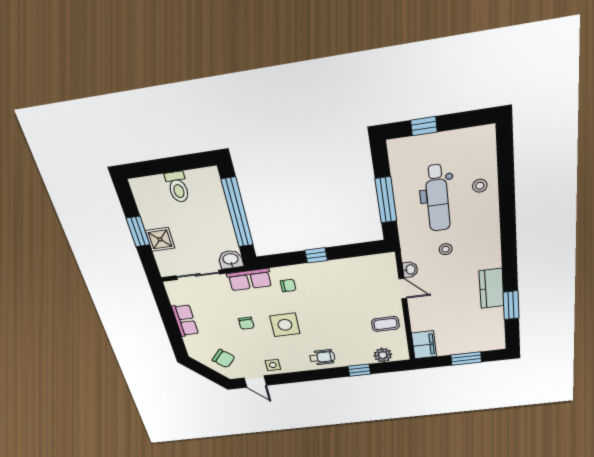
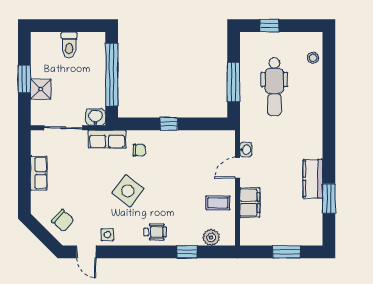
stool: (480, 186) -> (313, 58), moved
stool: (446, 249) -> (277, 134), removed
door: (403, 289) -> (237, 168), swing flipped
chair: (246, 323) -> (93, 184), removed
side table: (285, 325) -> (128, 191), turned 38
filing cabinet: (424, 345) -> (250, 203), moved

